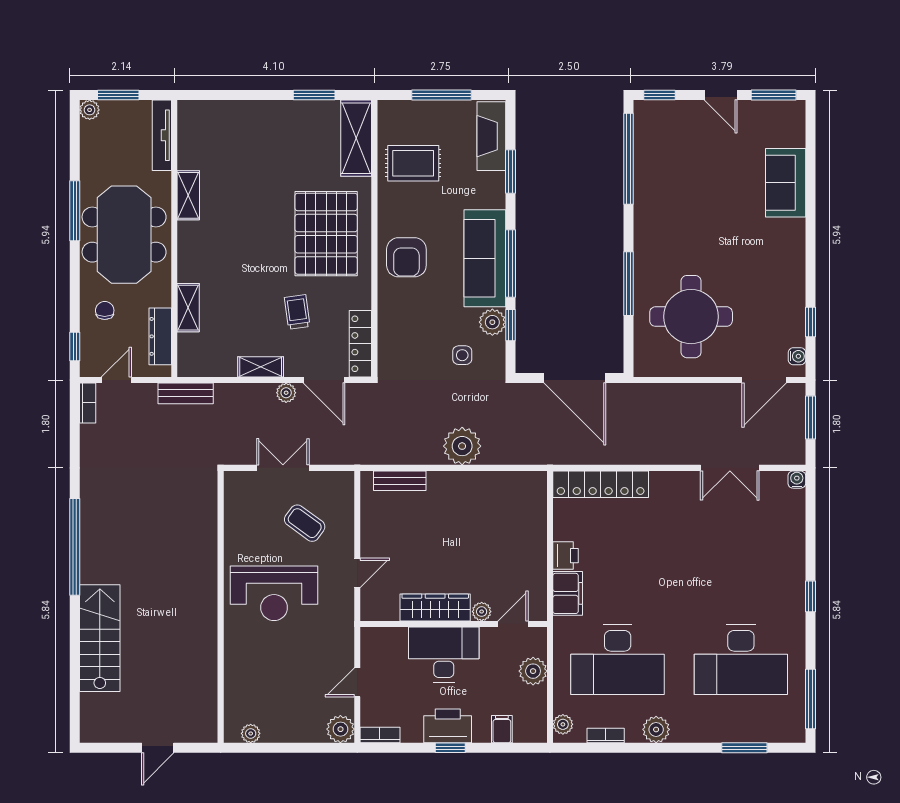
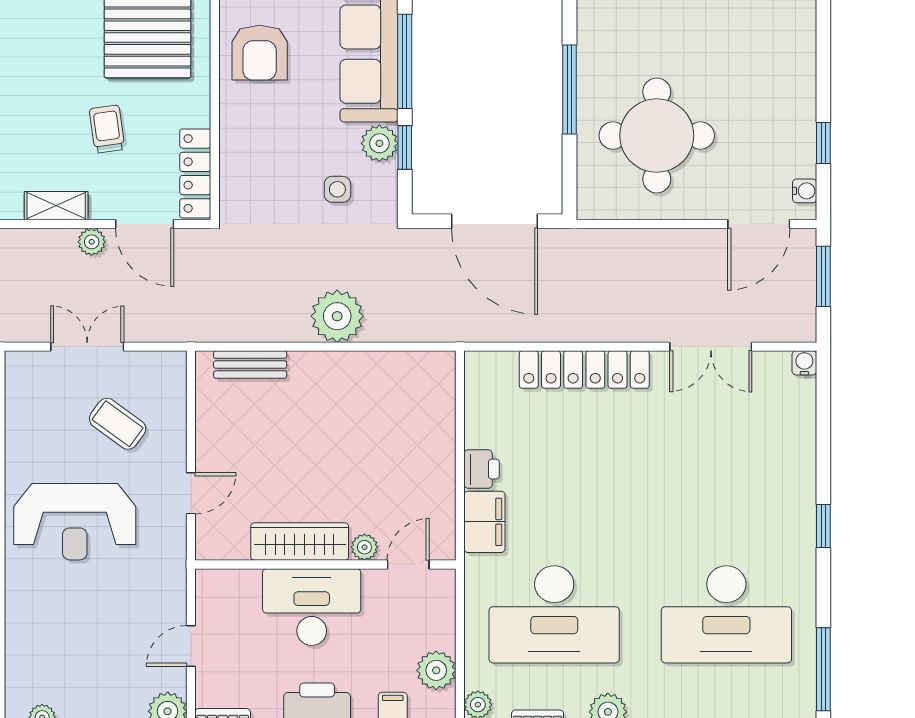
locker: (601, 484) -> (584, 370), moved
plant: (533, 671) -> (436, 670), moved

